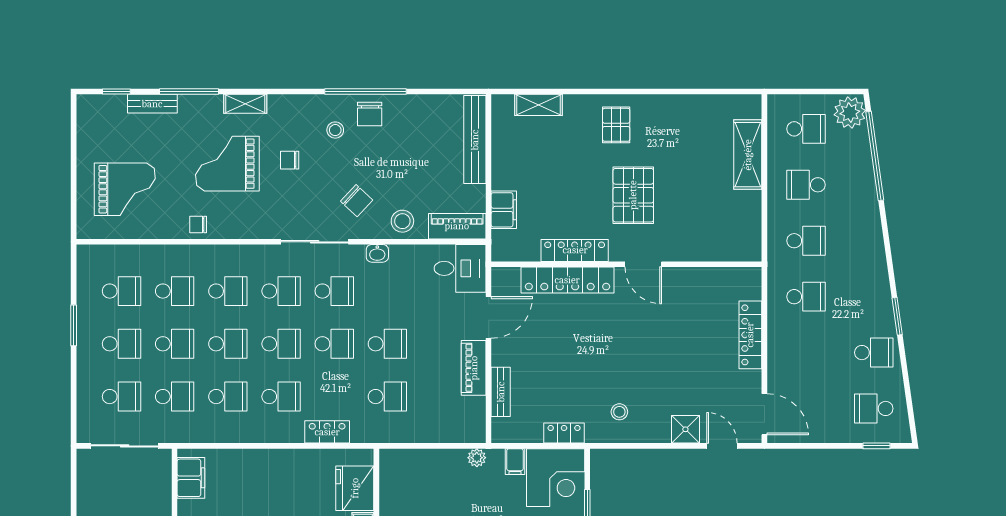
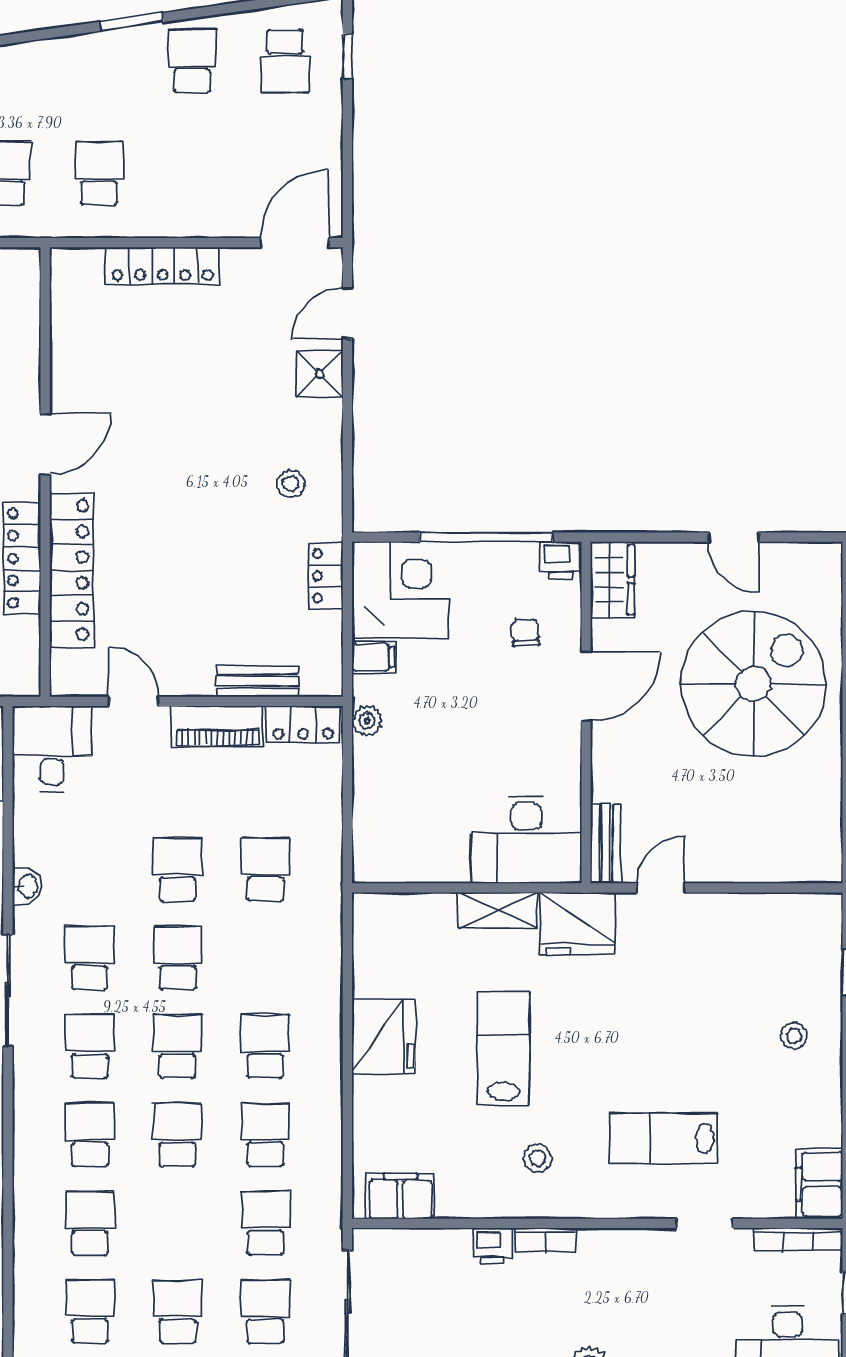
door: (489, 317) -> (134, 701), width x0.73
school desk: (175, 344) -> (178, 1223), removed
locker: (327, 432) -> (303, 725), moved, turned -90
fridge: (355, 488) -> (383, 1036), moved, turned -90

